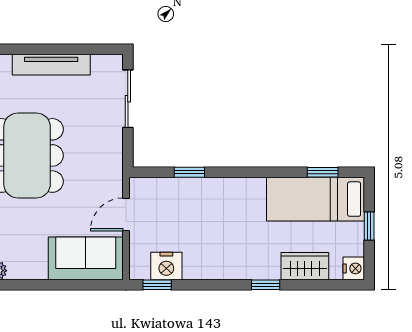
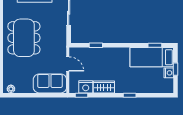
door: (126, 214) -> (68, 64), swing flipped
wardrobe: (305, 266) -> (104, 87), moved
nightstand: (354, 268) -> (169, 73), moved

